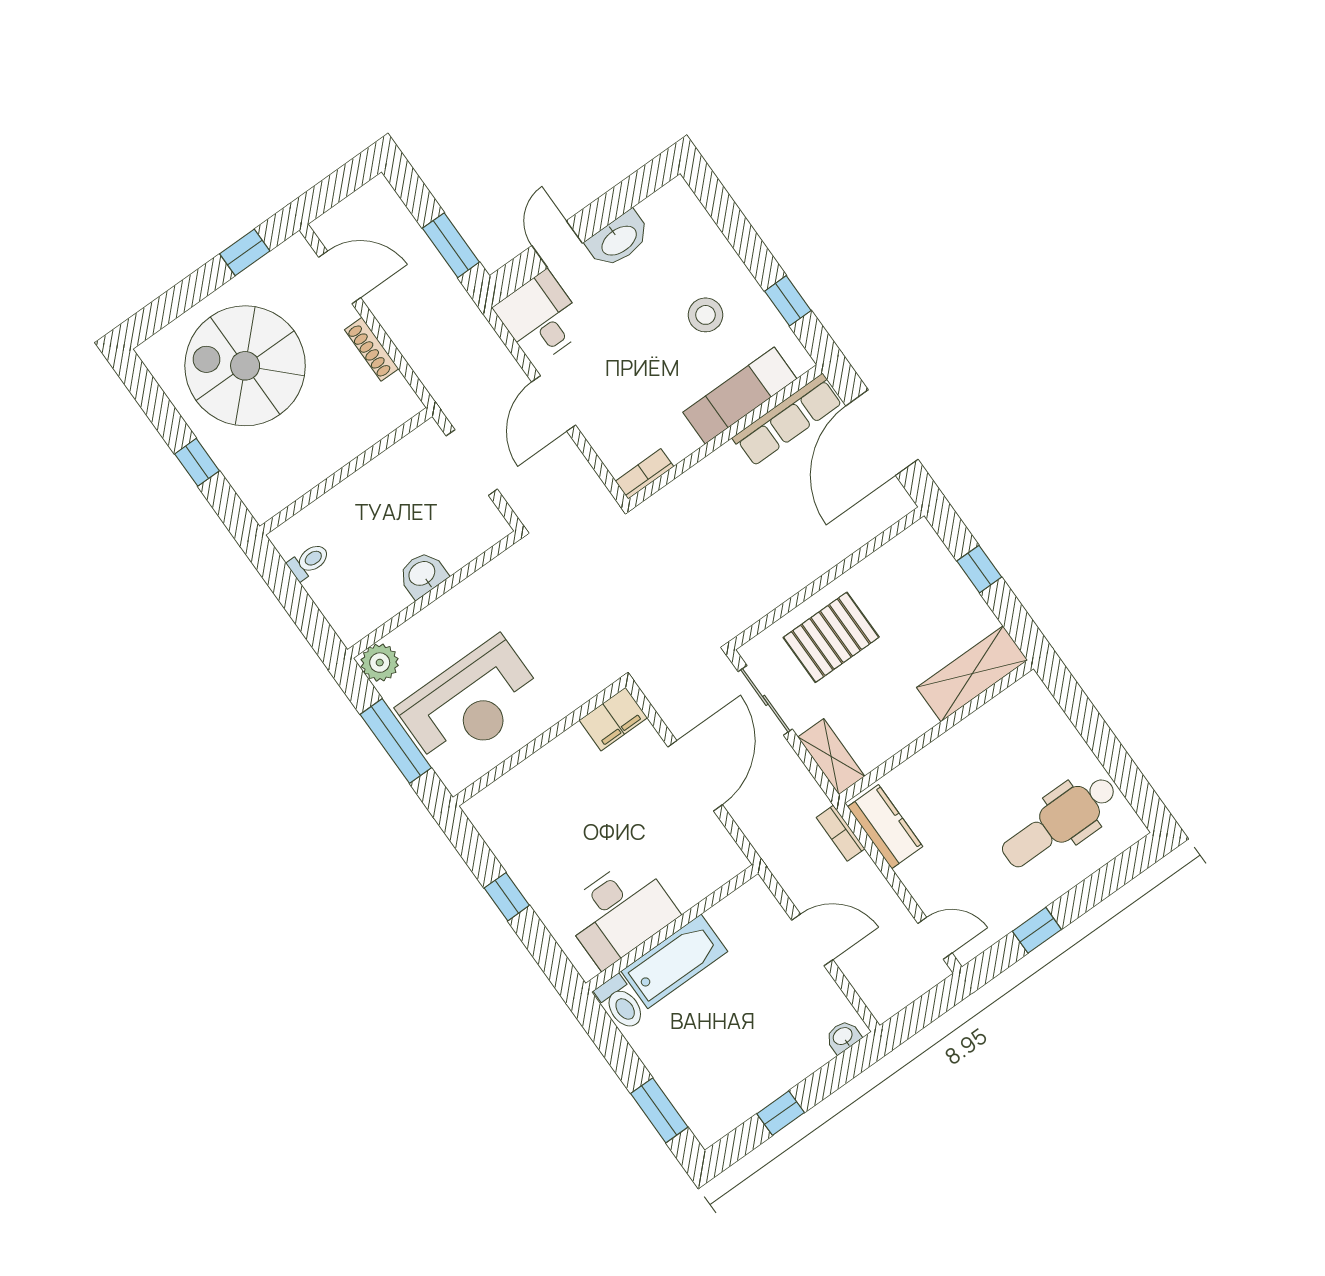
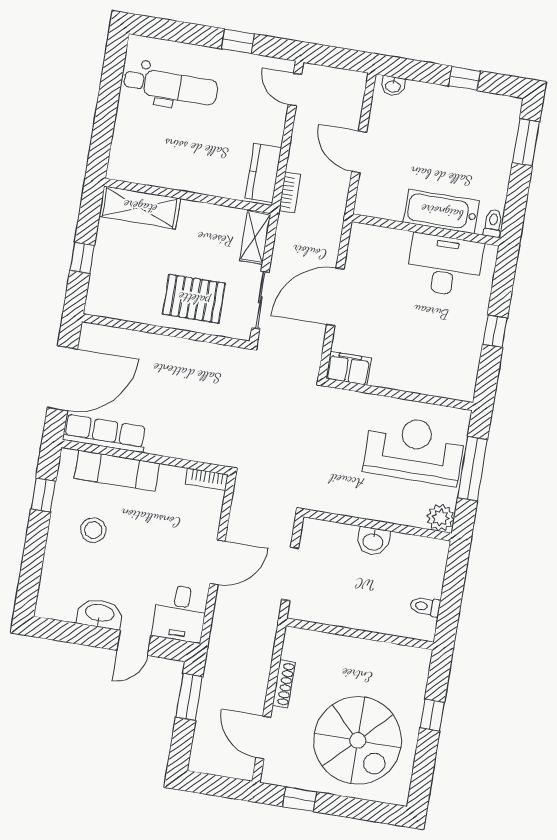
toilet: (621, 1003) -> (493, 223), width x0.73, depth x0.72

